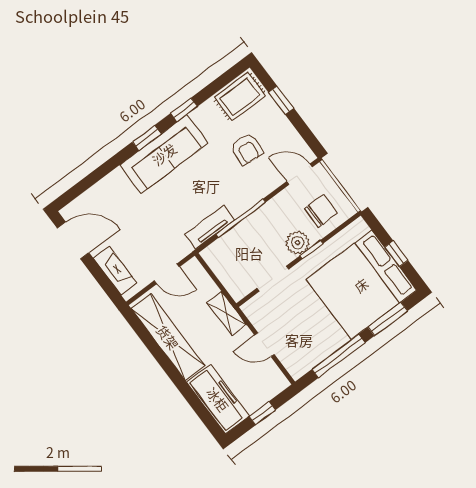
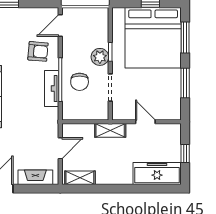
armchair: (247, 149) -> (38, 51), moved
chair: (321, 211) -> (80, 82), moved, turned 180
tv unit: (210, 227) -> (52, 89), moved
shelving: (168, 337) -> (80, 178), width x0.45, depth x0.75
door: (264, 345) -> (145, 122), swing flipped
window: (339, 356) -> (185, 83), width x0.69

